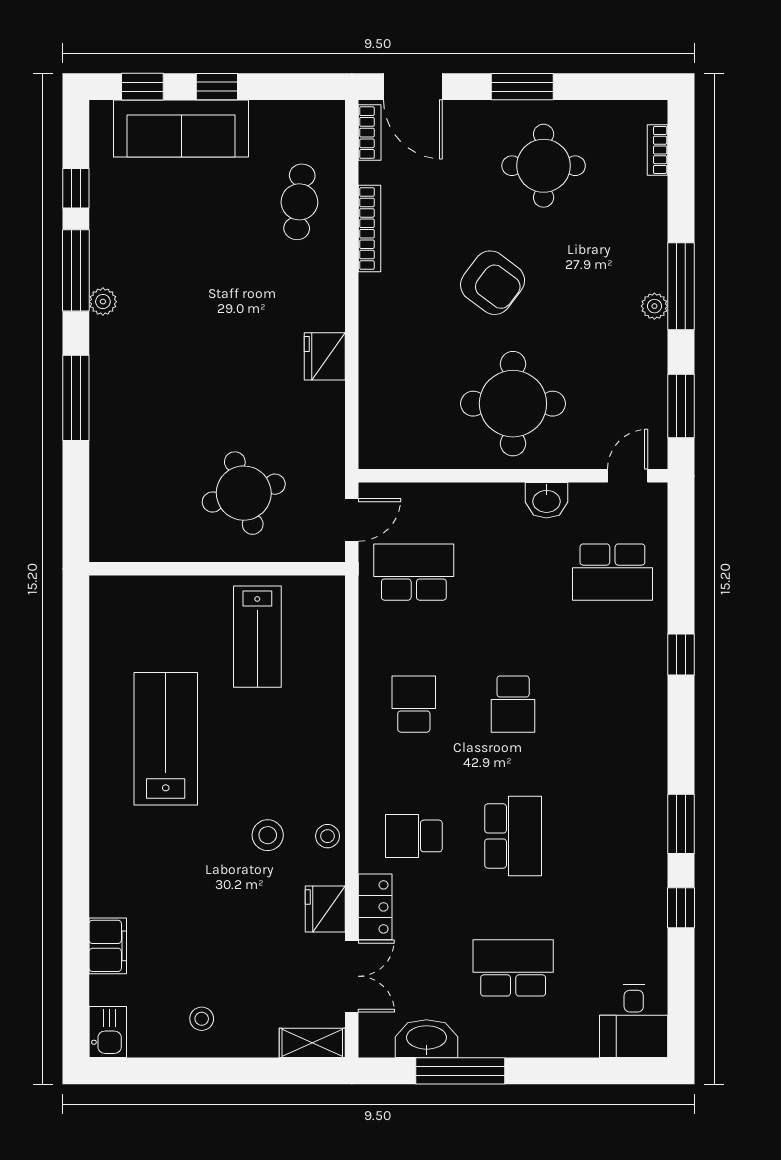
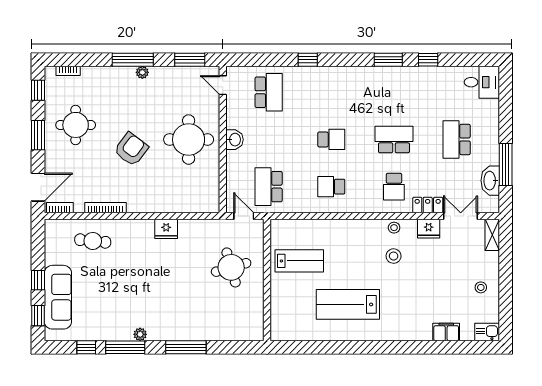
window: (617, 87) -> (38, 90), added
washbasin: (546, 500) -> (235, 140), moved

